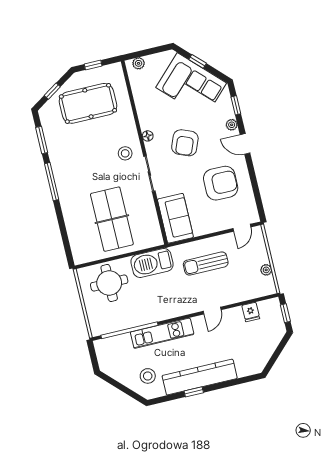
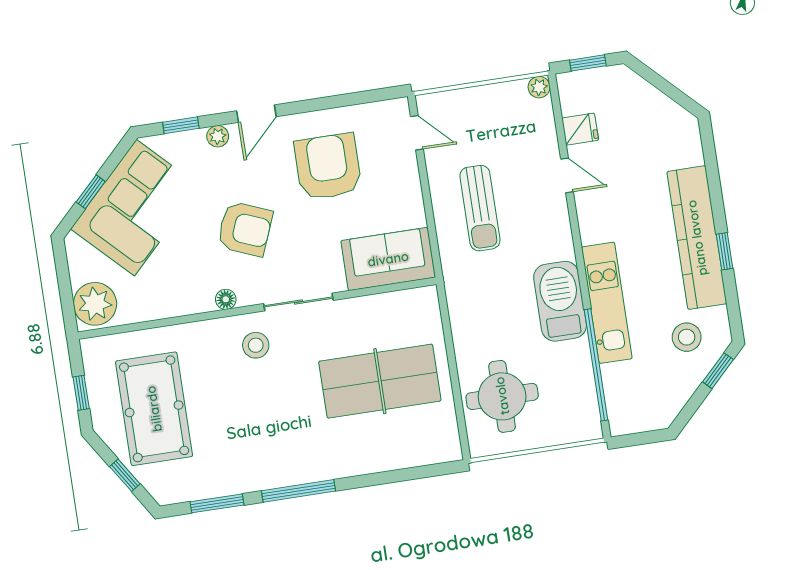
plant: (139, 63) -> (95, 304), width x1.88, depth x1.88
barbecue: (152, 263) -> (560, 301), moved, turned 180
plant: (266, 270) -> (539, 87), moved
door: (212, 311) -> (567, 175), moved
window: (132, 394) -> (718, 371), added

